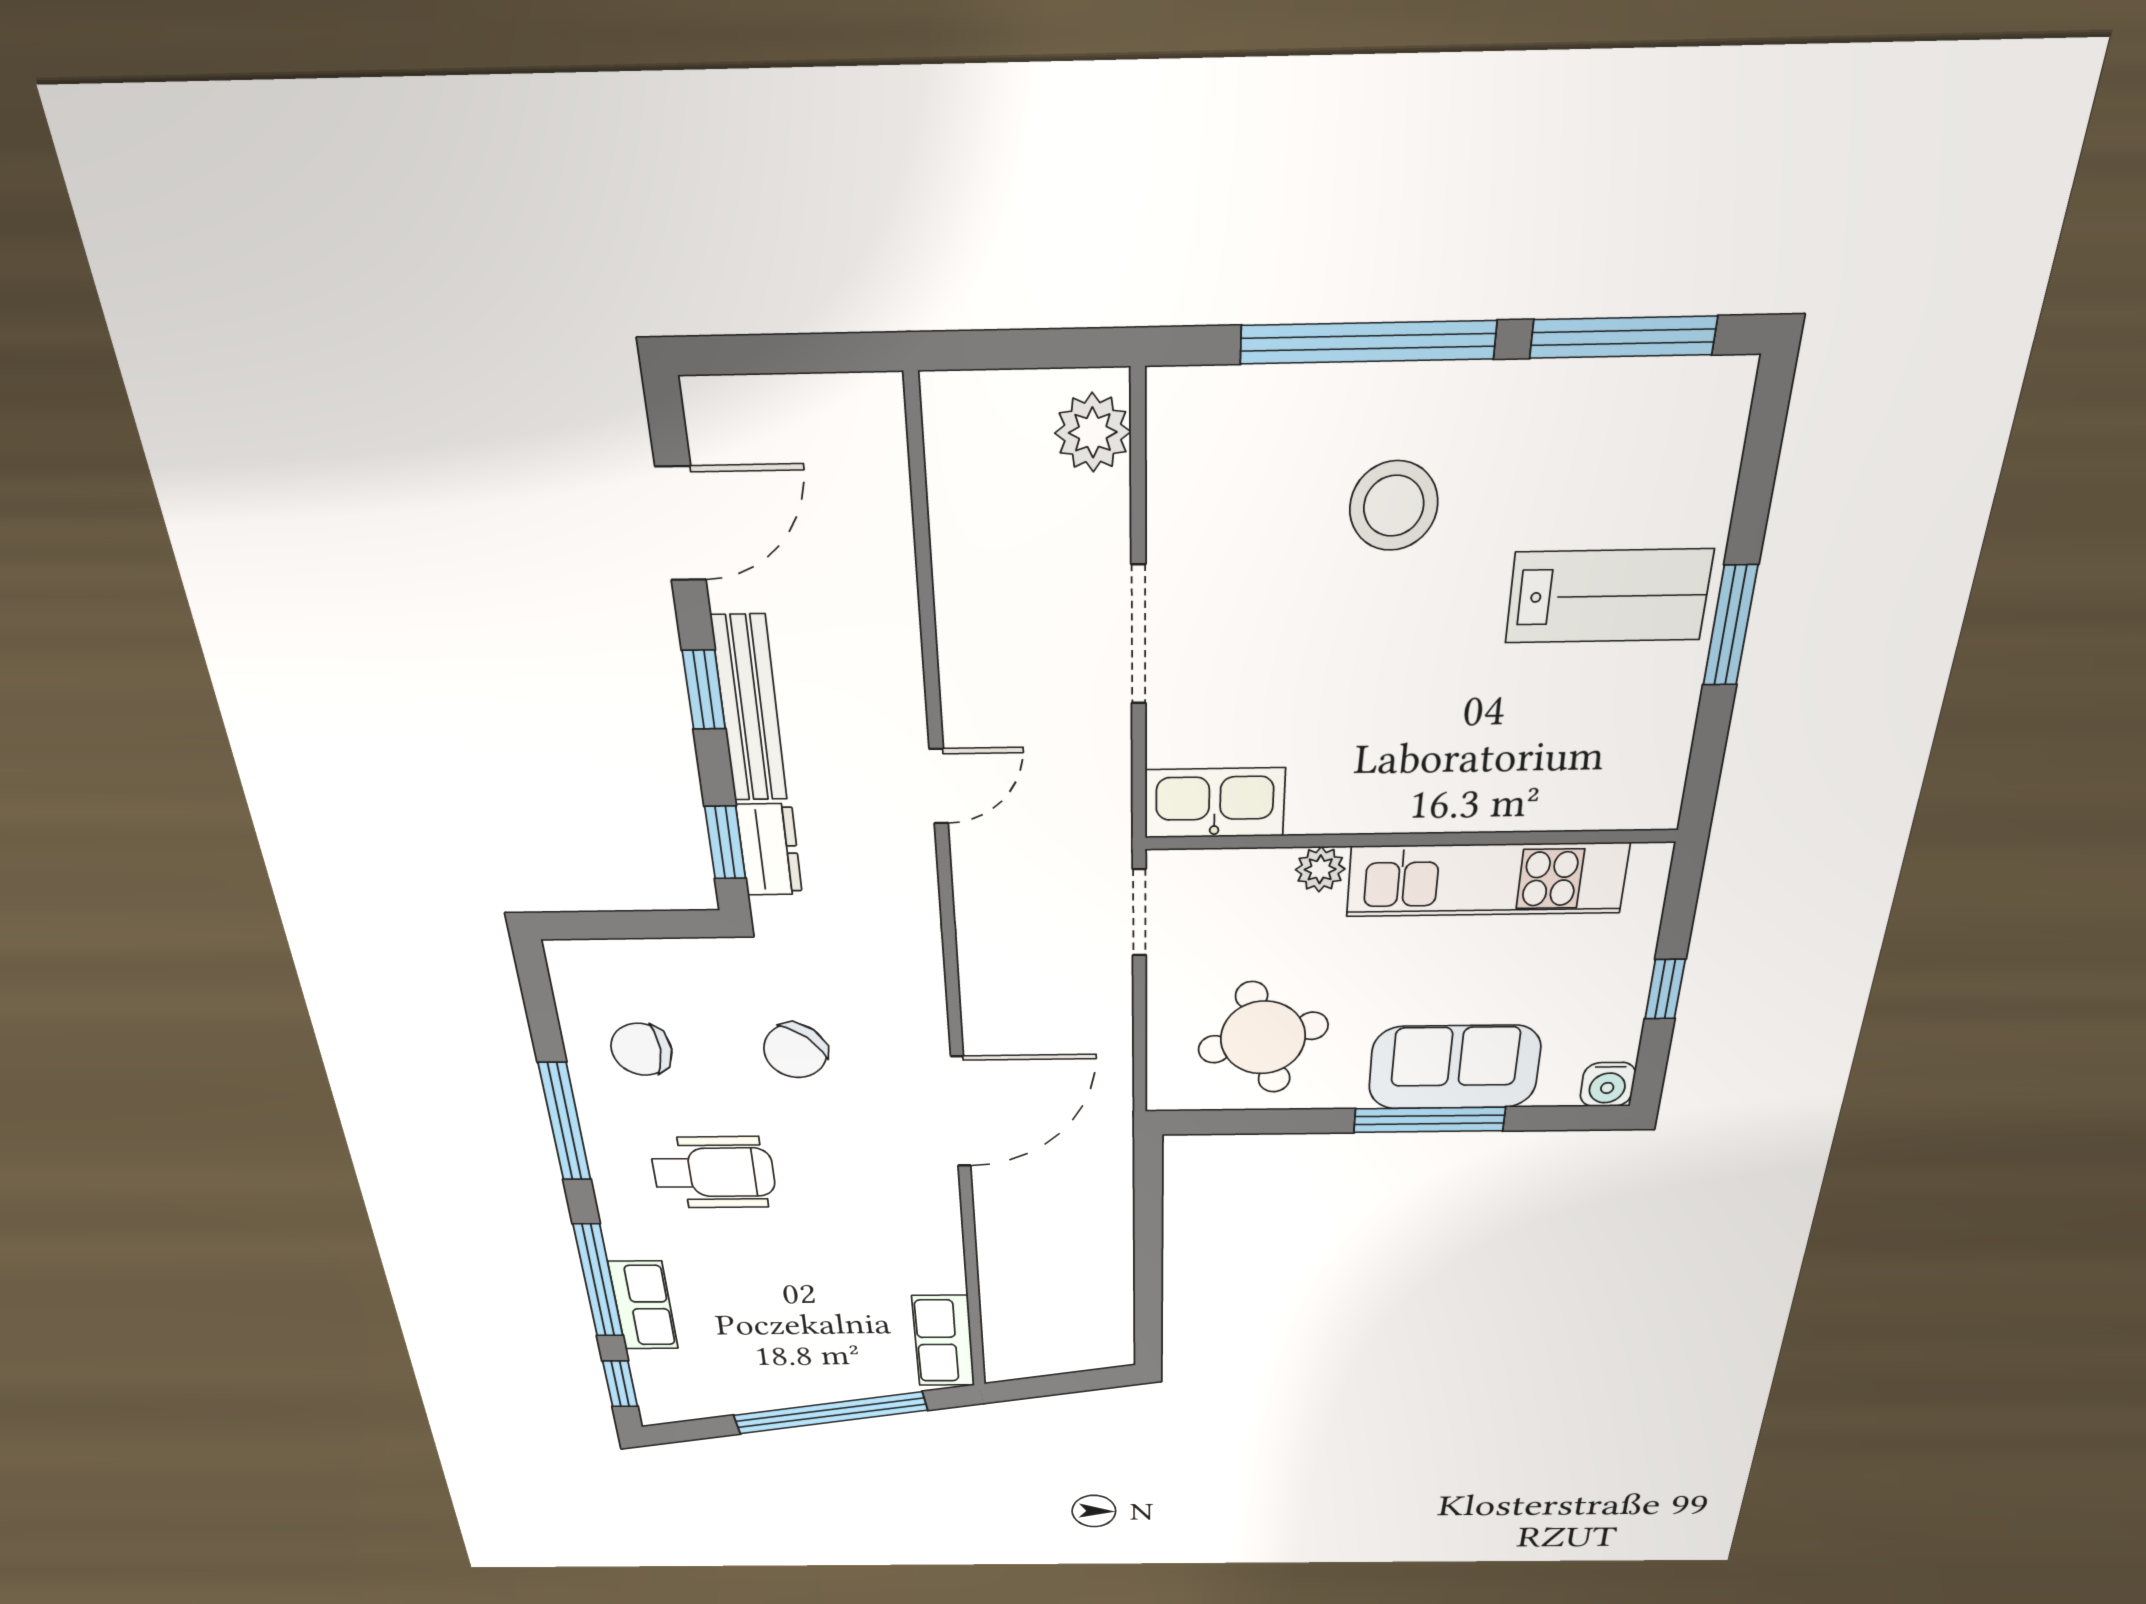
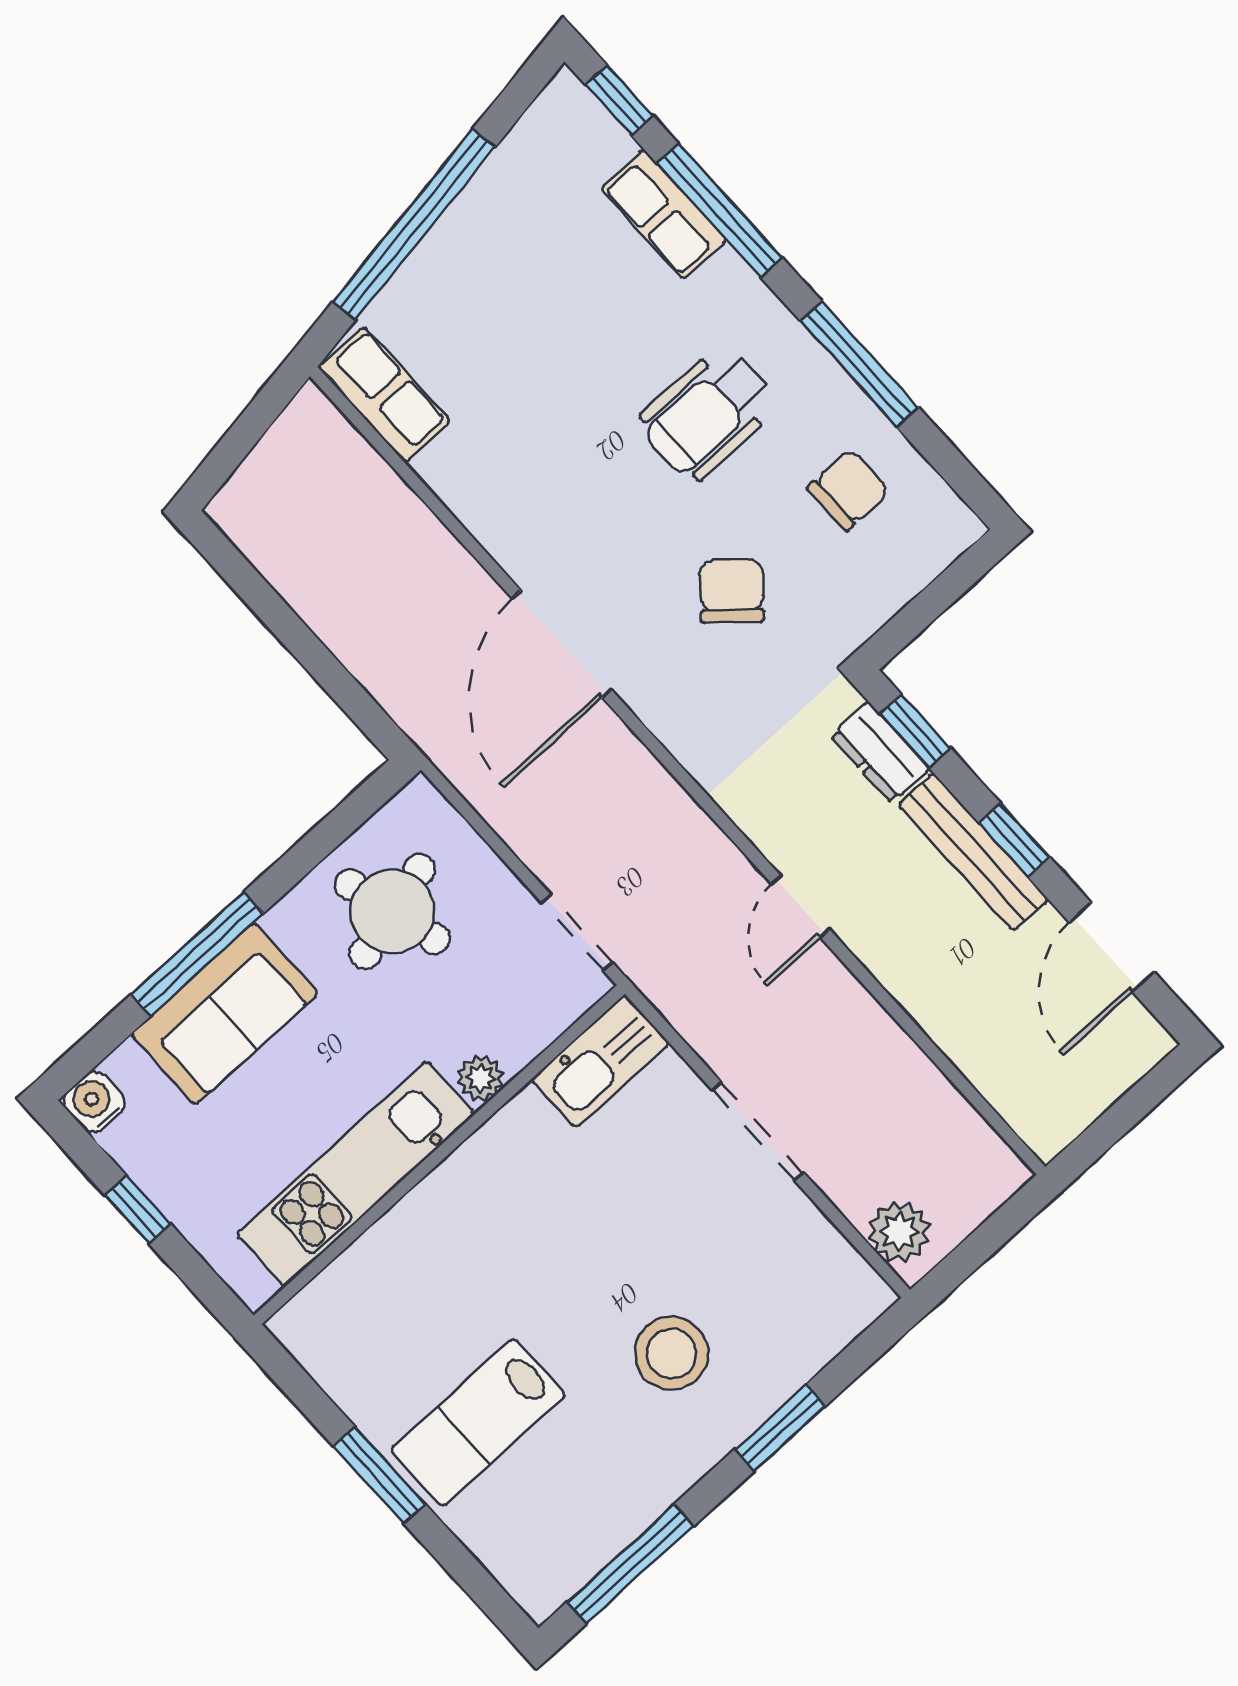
window: (1368, 342) -> (780, 1428), width x0.47

